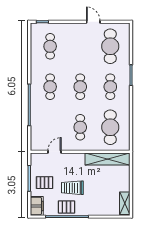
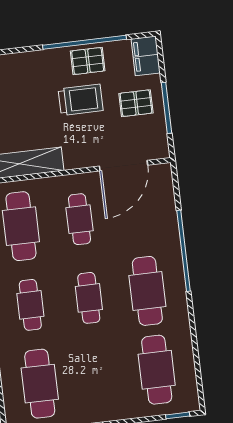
cafe table: (50, 46) -> (157, 370), width x1.37, depth x1.35
cafe table: (50, 87) -> (147, 291), width x1.37, depth x1.35
door: (55, 152) -> (124, 166), width x1.87

